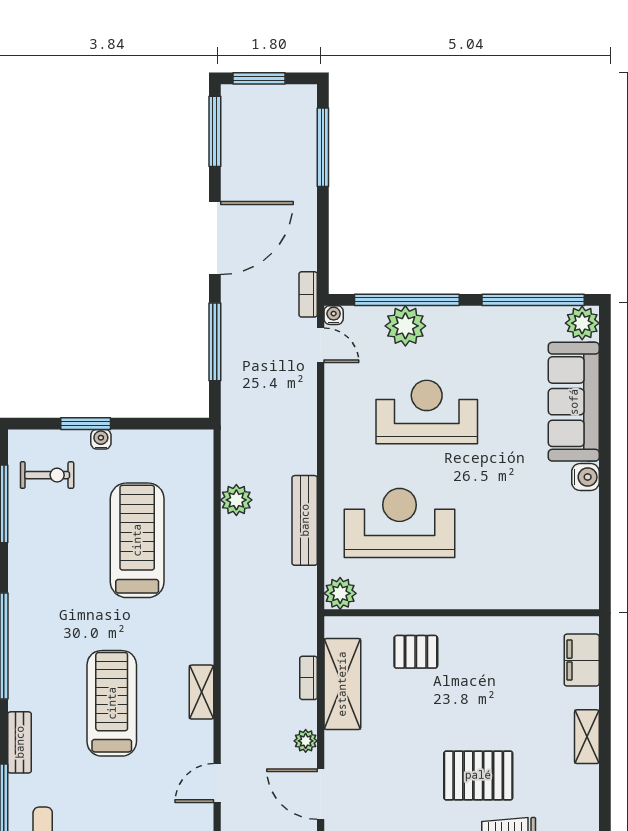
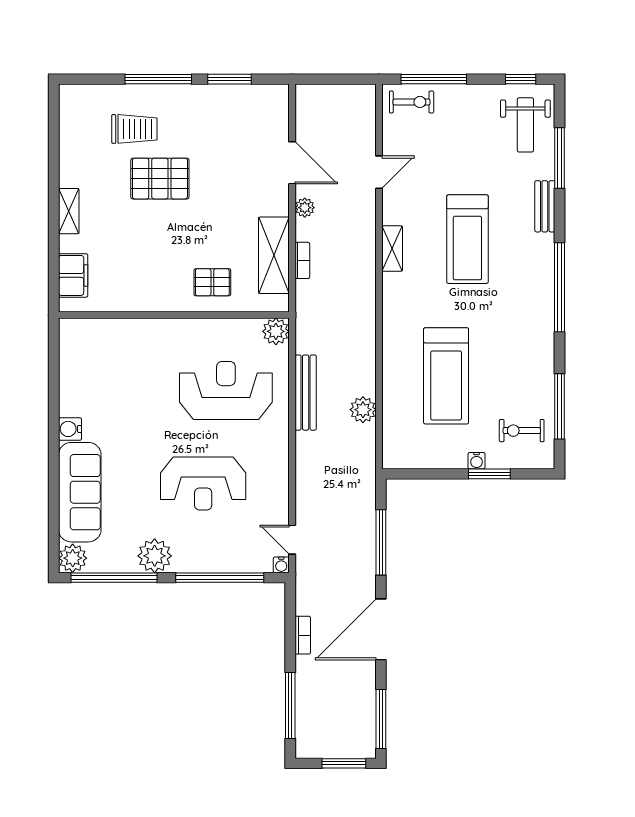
bookcase: (308, 294) -> (303, 635), moved
plant: (405, 326) -> (155, 556), moved
reception desk: (400, 523) -> (226, 390), turned 180

